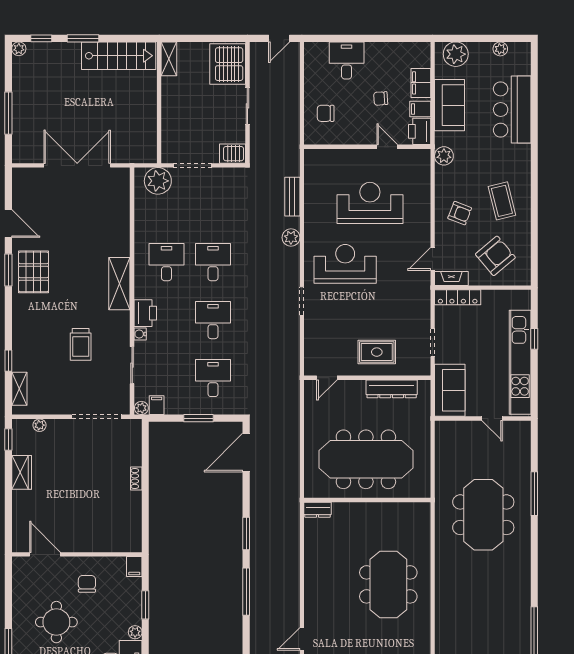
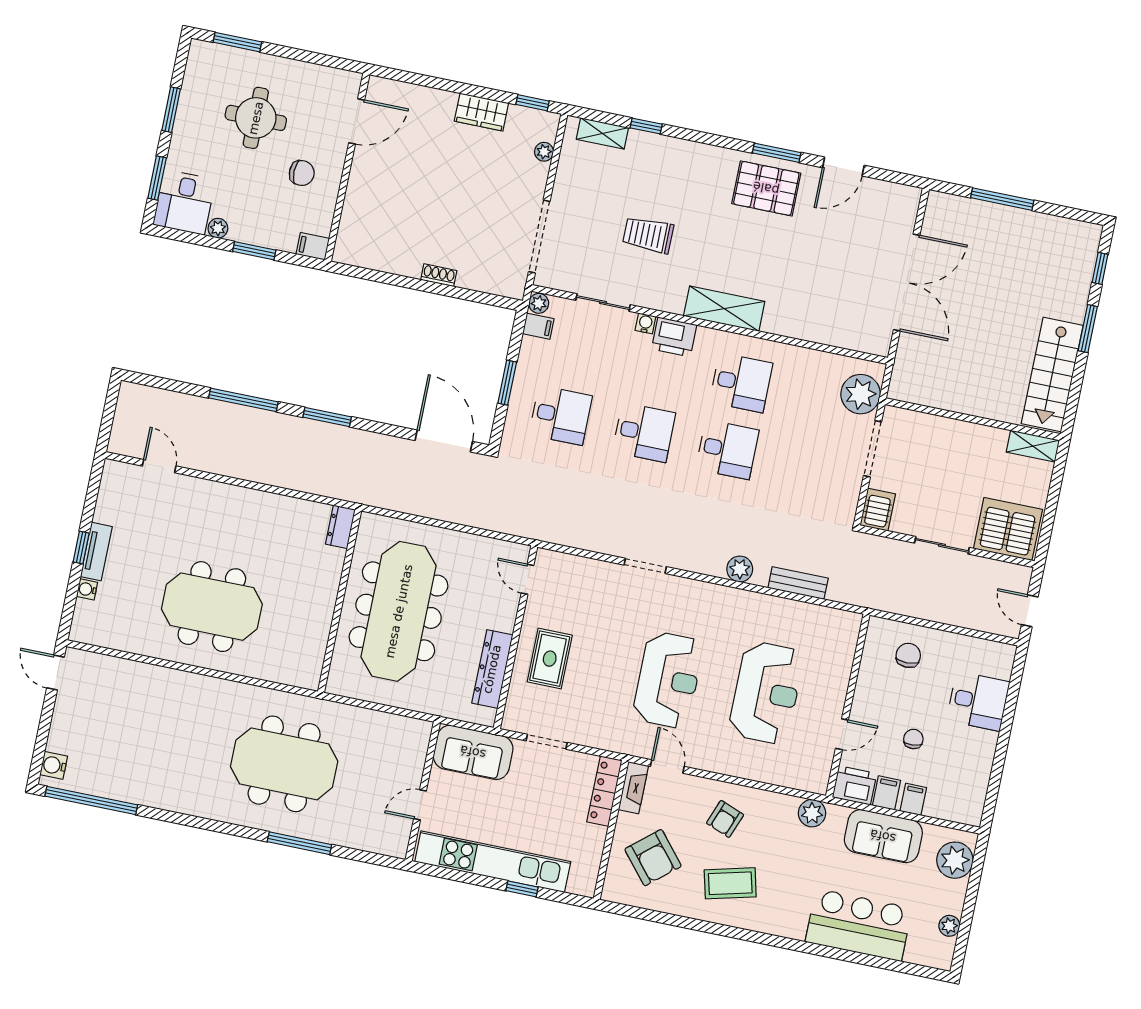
plant: (19, 49) -> (1092, 233), removed
filing cabinet: (421, 83) -> (913, 799), width x0.50
reception desk: (345, 264) -> (668, 680), moved

